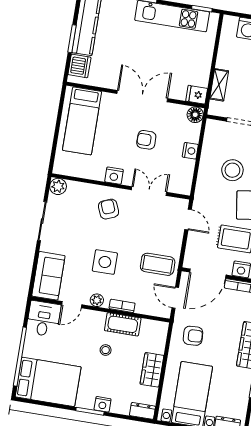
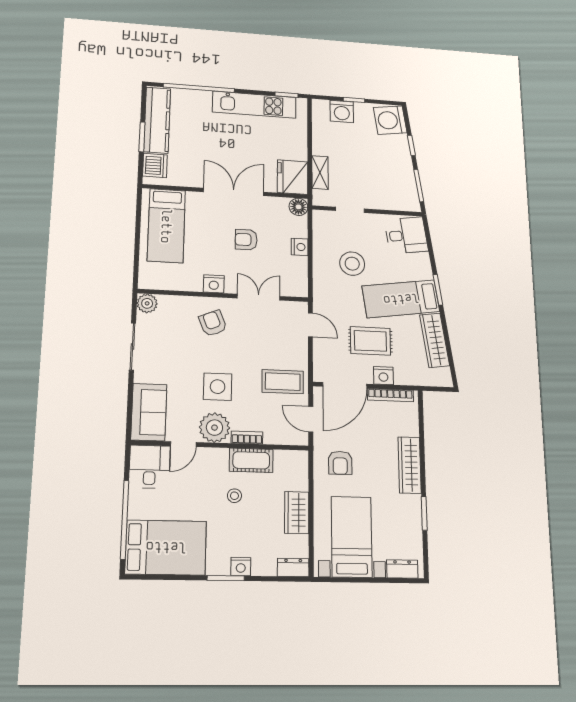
fridge: (197, 95) -> (293, 177), width x1.88, depth x1.34
plant: (97, 300) -> (214, 428), width x1.87, depth x1.87
armchair: (193, 336) -> (340, 463), turned 93

